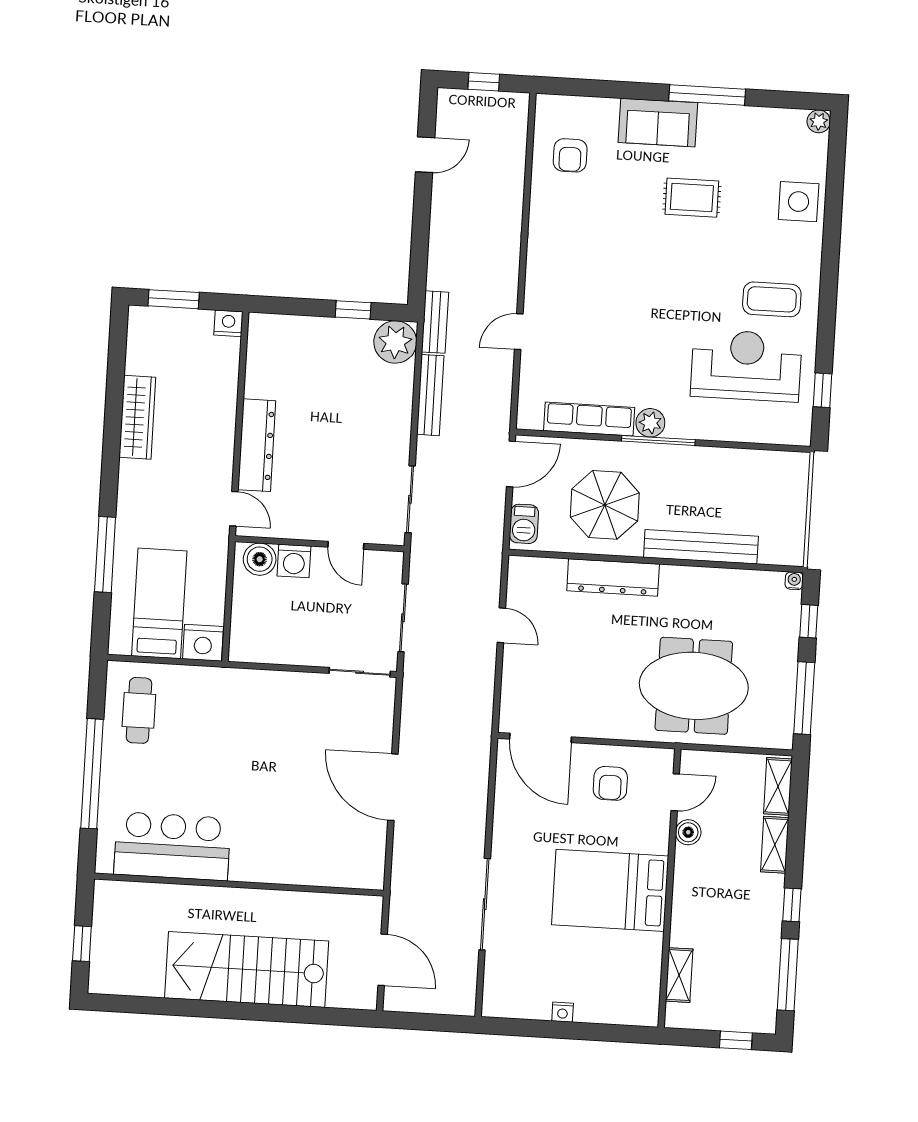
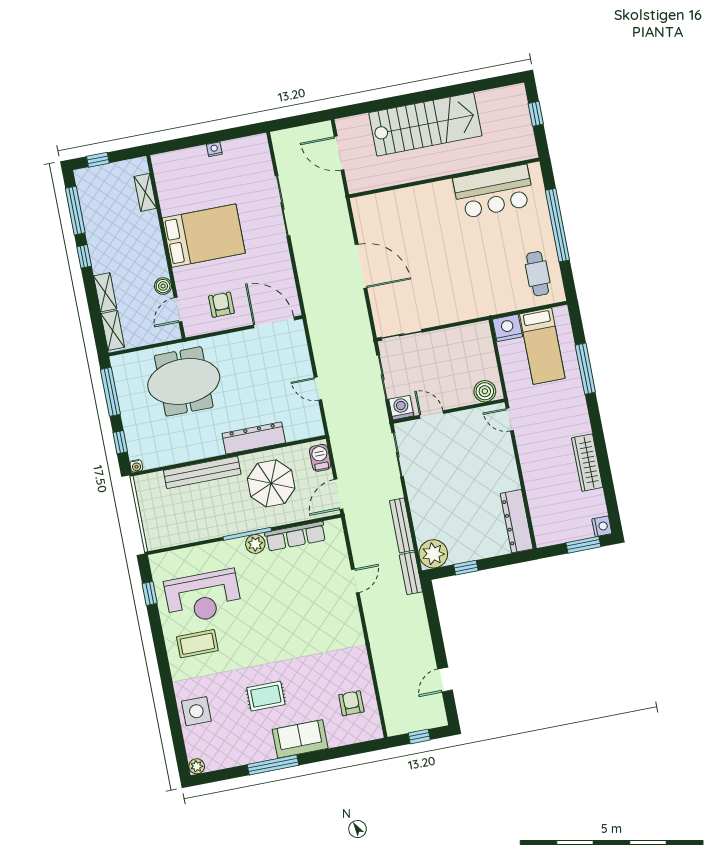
nightstand: (228, 323) -> (602, 526), moved, turned -90
dresser: (257, 445) -> (517, 521), moved
washing machine: (294, 561) -> (401, 408), moved

